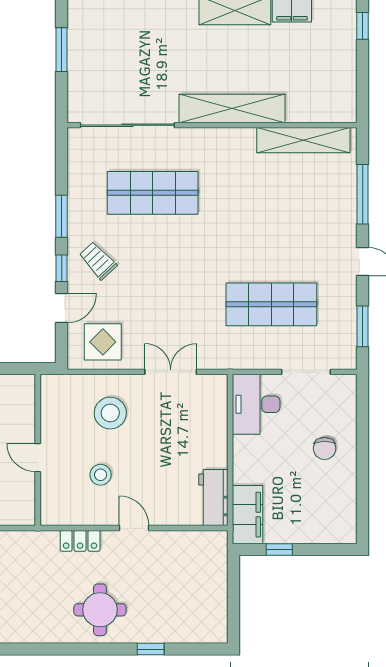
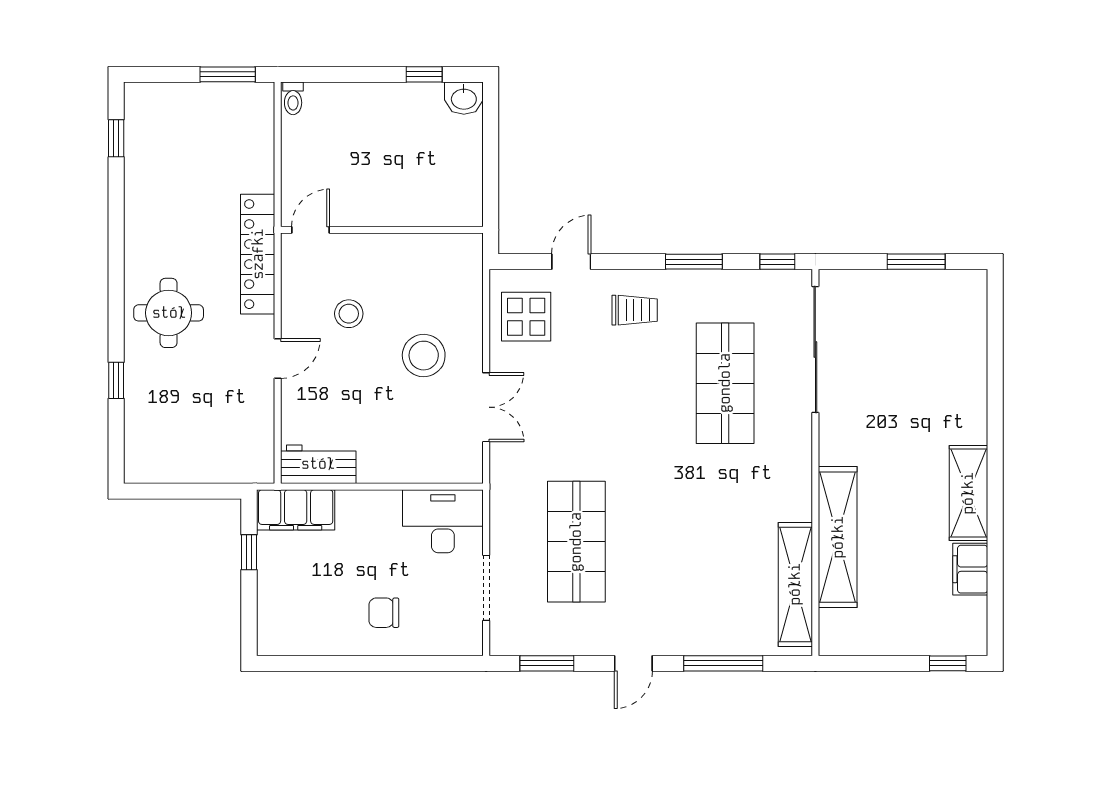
shelving: (232, 108) -> (838, 537), moved
trolley: (98, 261) -> (635, 310), turned 43
window: (62, 268) -> (777, 262), moved
door: (62, 308) -> (571, 262), swing flipped
stool: (110, 413) -> (424, 356), moved
door: (38, 458) -> (311, 230), moved
locker: (80, 541) -> (258, 254), width x2.16, depth x1.21

